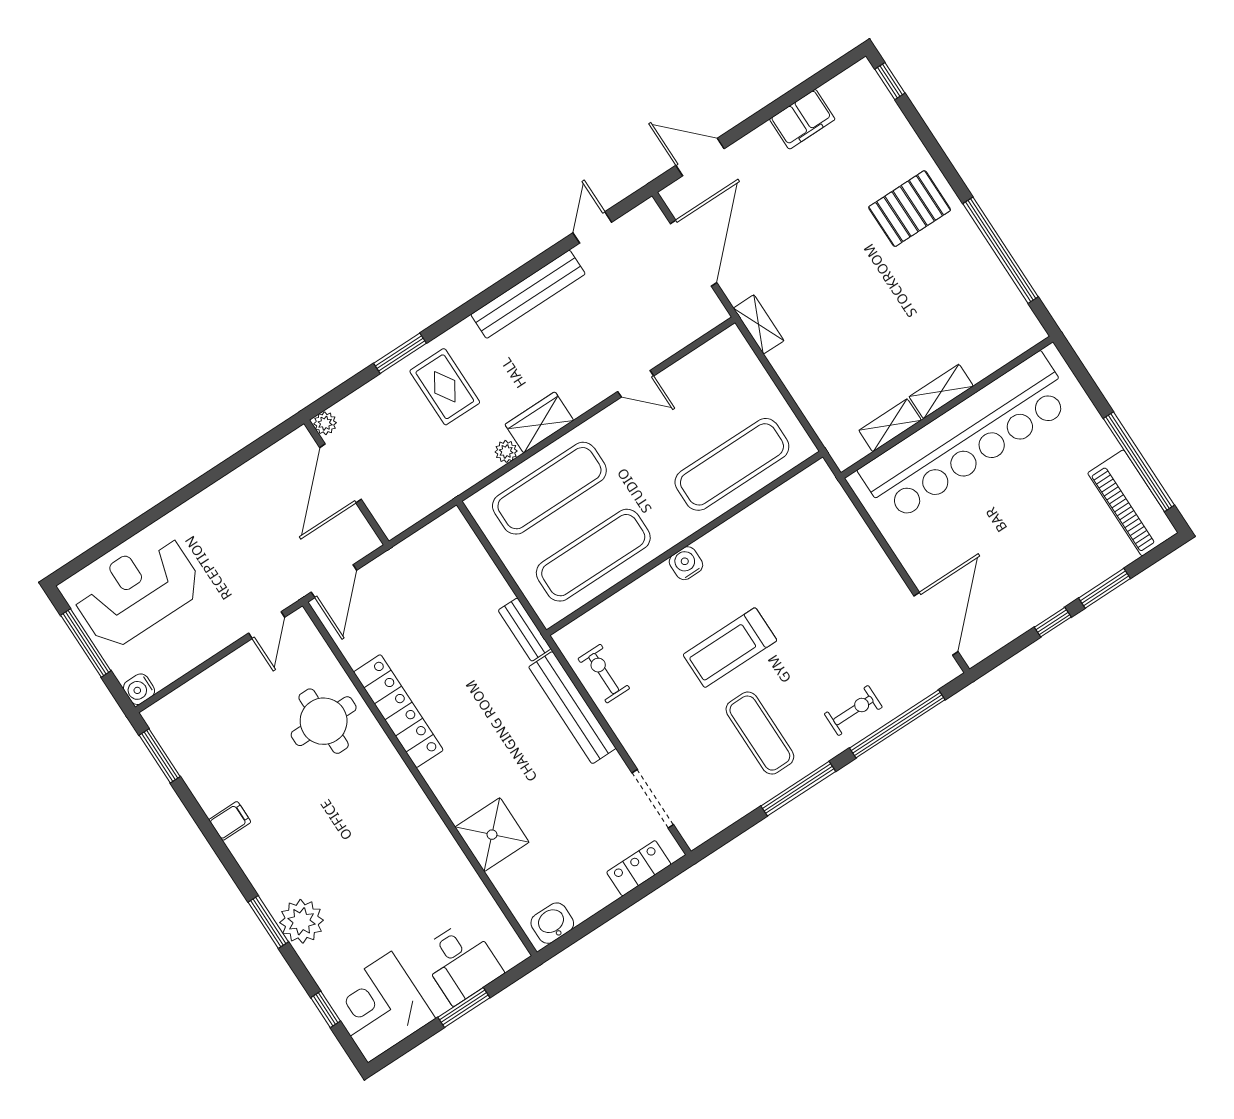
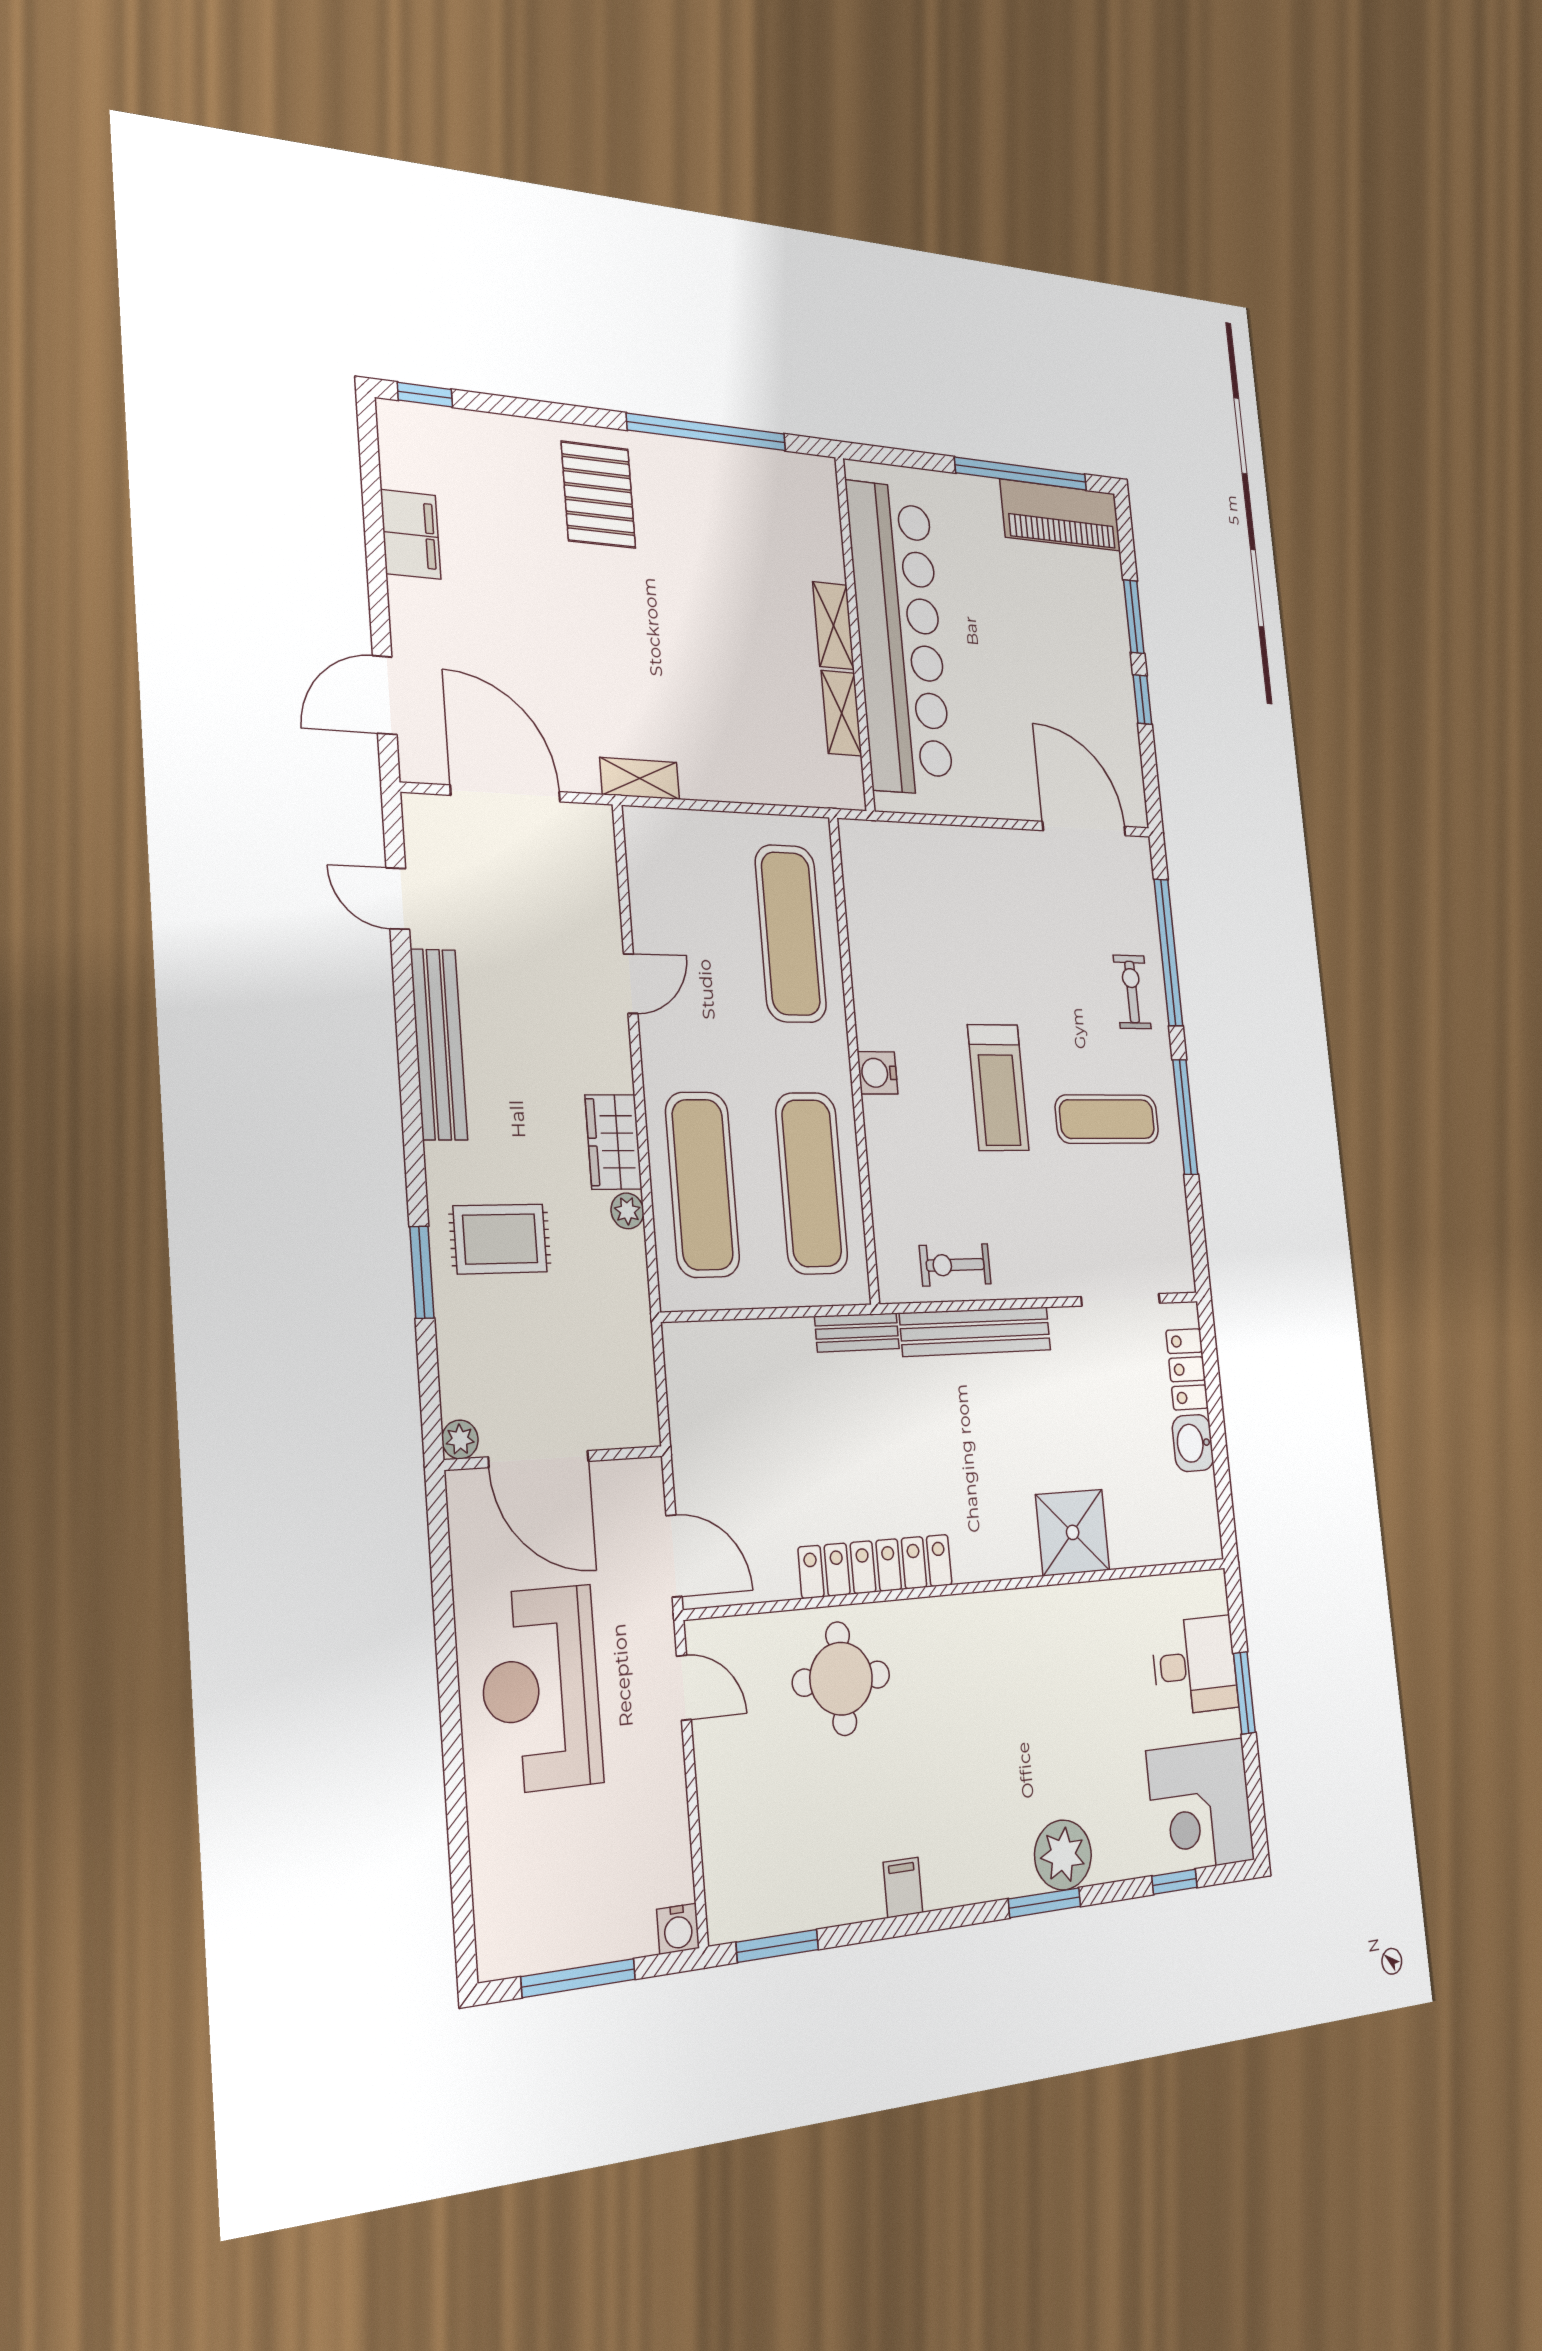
reception desk: (137, 591) -> (541, 1689), moved
washbasin: (552, 923) -> (1193, 1443), moved

